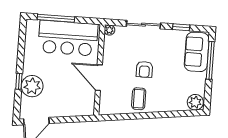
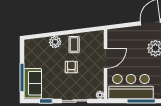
door: (99, 78) -> (105, 58), hinge flipped
plant: (195, 102) -> (55, 42), moved

